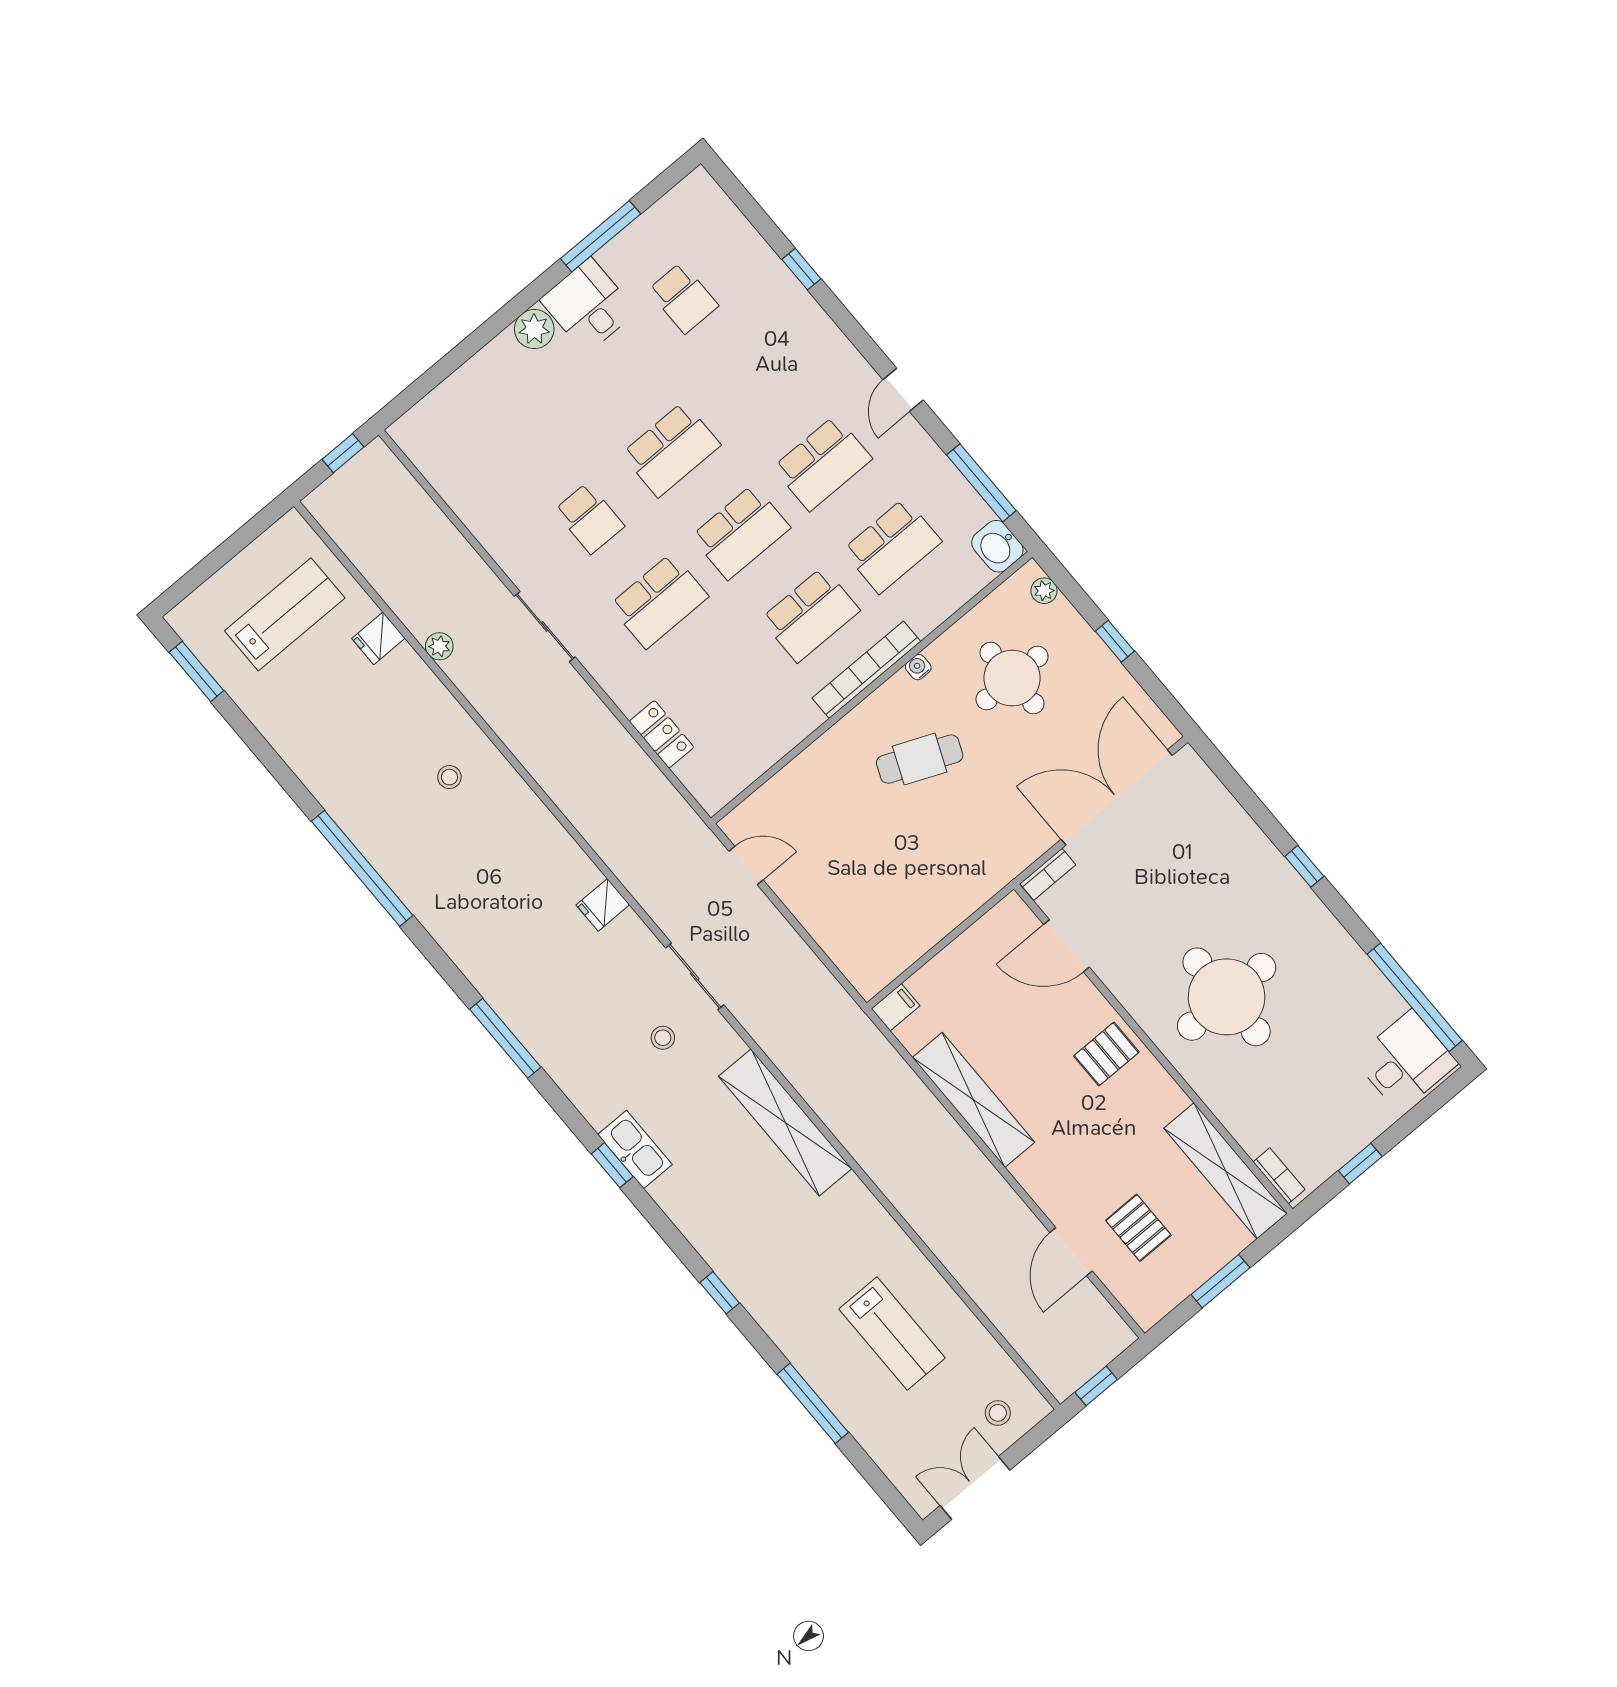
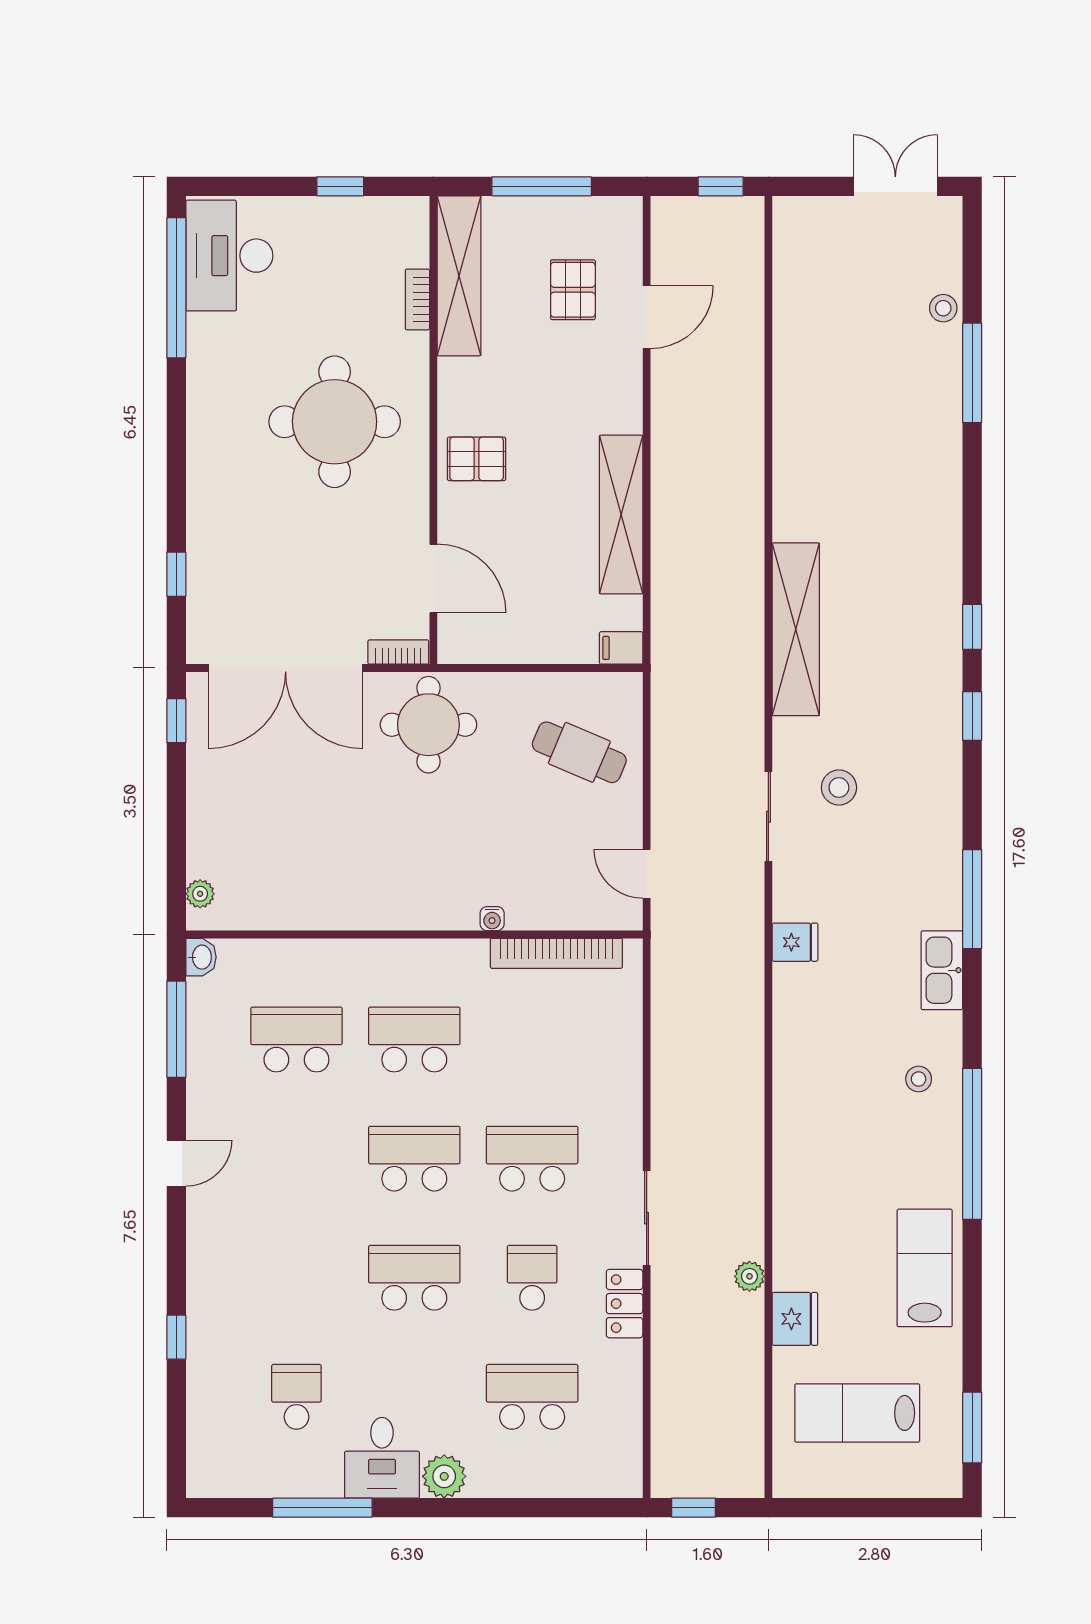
school desk: (822, 463) -> (532, 1397), moved
washbasin: (997, 546) -> (201, 957), width x0.72, depth x0.69
fridge: (379, 638) -> (795, 1319), width x1.38
window: (1115, 641) -> (176, 721), moved
water cooler: (918, 667) -> (492, 919), moved
bookcase: (866, 670) -> (556, 953), moved
round table: (1012, 678) -> (428, 725), moved
locker: (662, 734) -> (625, 1304), moved
cafe table: (920, 759) -> (579, 752), moved
stool: (449, 777) -> (919, 1079), moved
window: (1304, 866) -> (176, 574), moved
stool: (663, 1038) -> (839, 788), width x1.37, depth x1.37
desk: (1405, 1061) -> (229, 256), width x1.37
kitchen sink: (635, 1150) -> (942, 970), moved
bookcase: (1279, 1176) -> (417, 299), moved
window: (1220, 1281) -> (542, 186), width x1.44
window: (720, 1293) -> (972, 627), moved
lab bench: (892, 1334) -> (925, 1268), moved
stool: (998, 1413) -> (943, 308), moved
double door: (975, 1488) -> (895, 186), swing flipped

